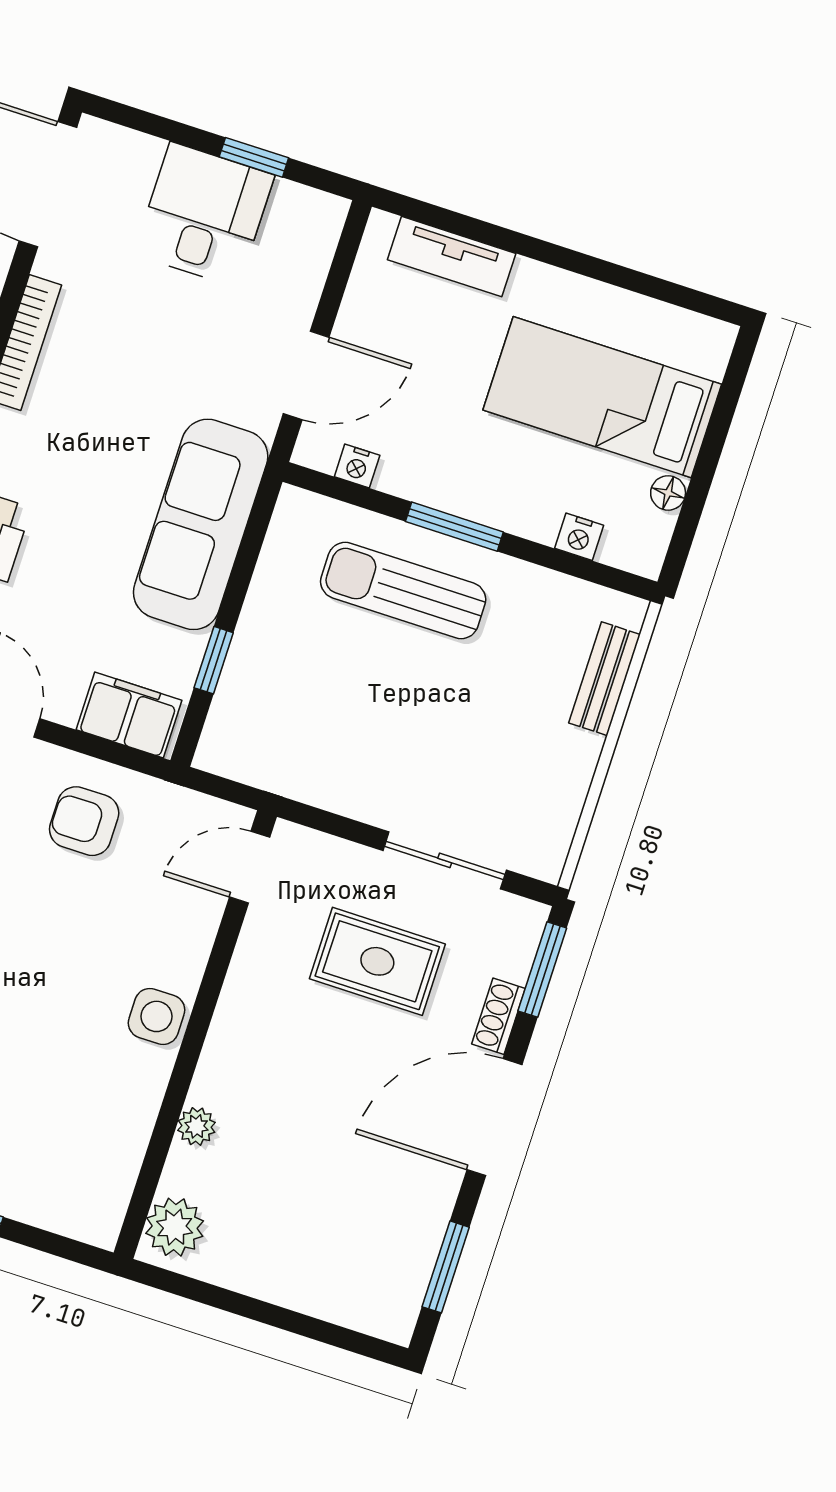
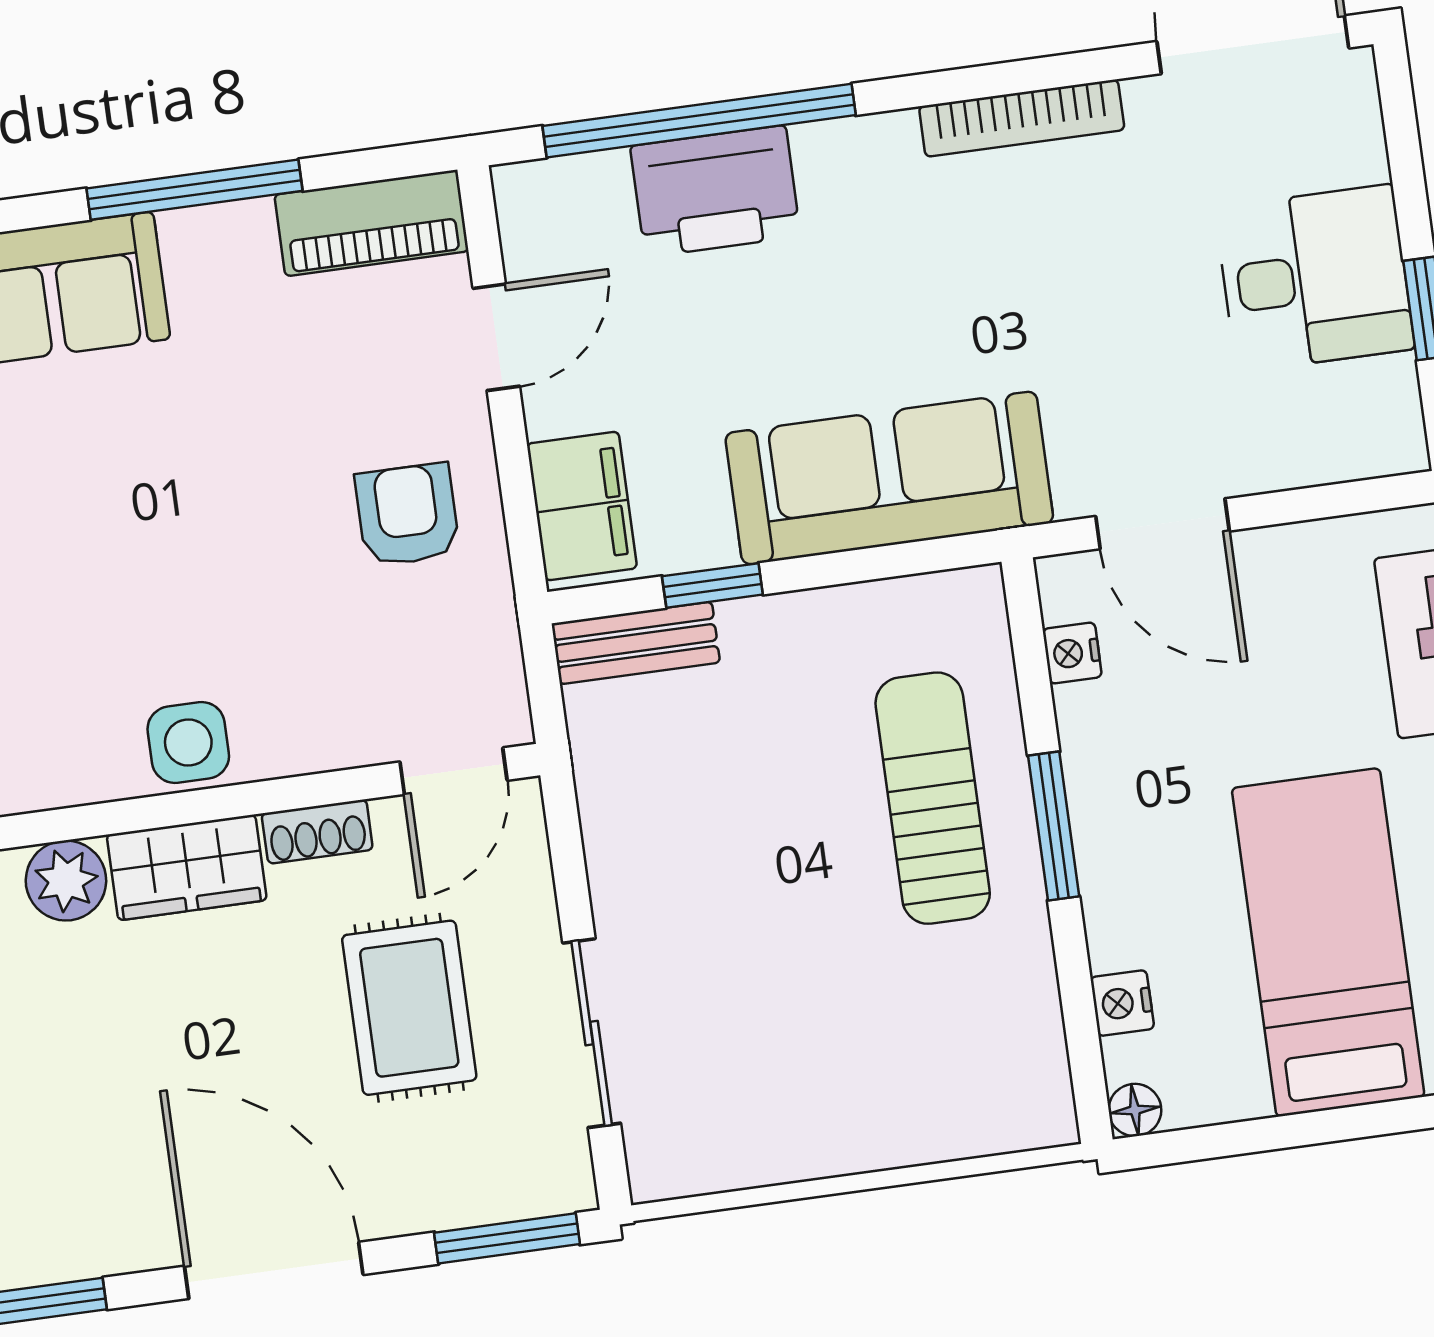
floor lamp: (668, 493) -> (1135, 1110), moved
bench: (605, 679) -> (636, 643), moved
door: (250, 867) -> (454, 771), swing flipped
shoe rack: (498, 1016) -> (317, 832), moved, turned 180
wardrobe: (230, 1053) -> (187, 867), added
plant: (196, 1126) -> (66, 881), width x1.38, depth x1.38

